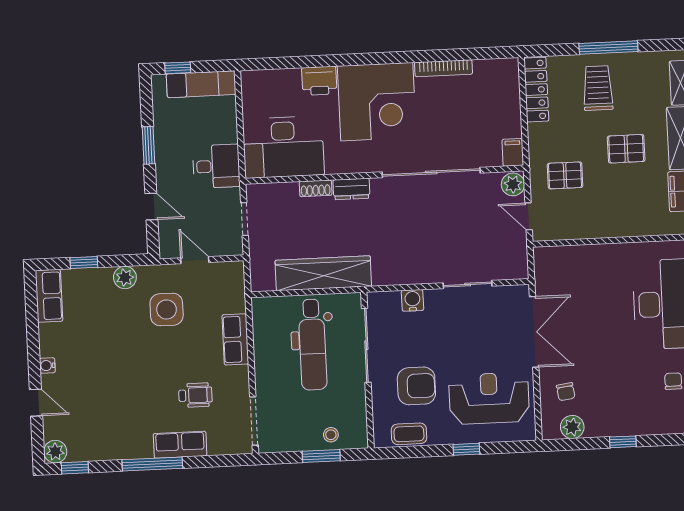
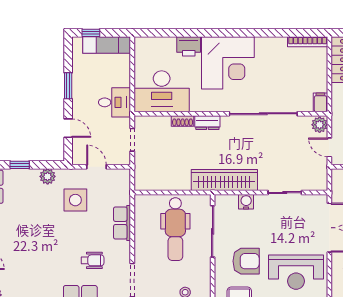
bookcase: (443, 68) -> (308, 42), moved
wardrobe: (323, 273) -> (224, 180), moved
reception desk: (489, 398) -> (296, 272), turned 180

